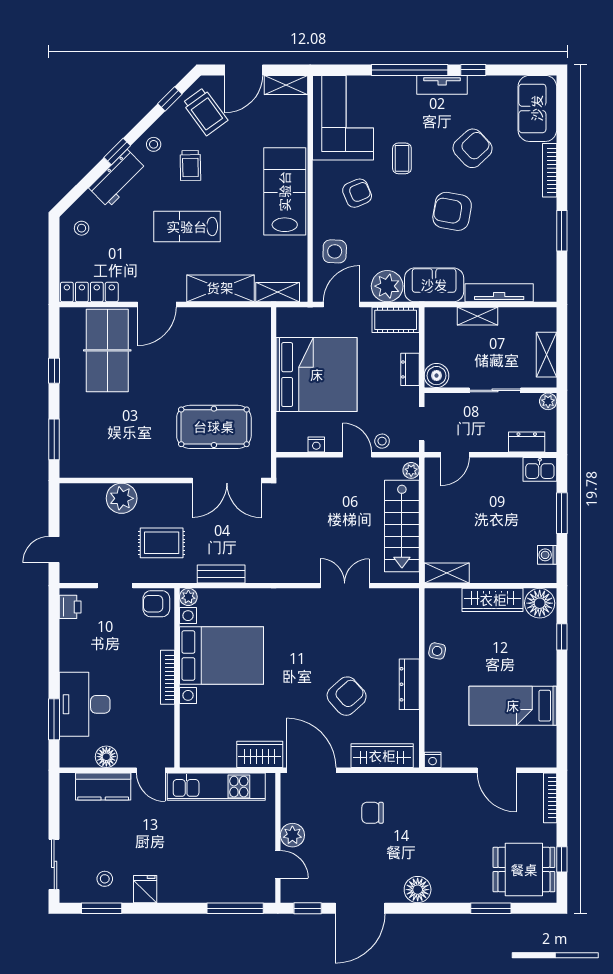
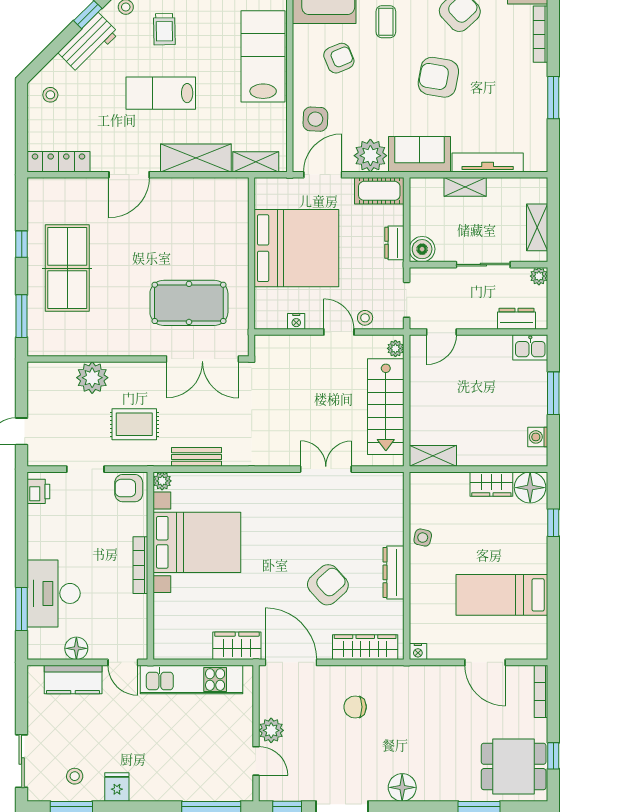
table tennis table: (107, 350) -> (67, 268), moved
wardrobe: (493, 600) -> (491, 484), width x0.67

